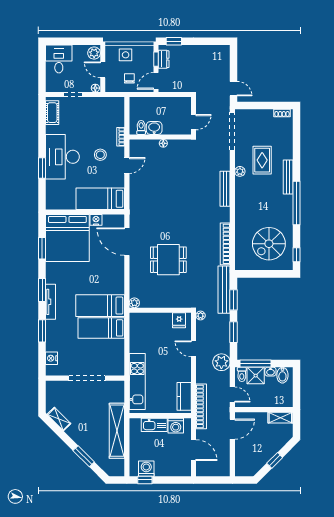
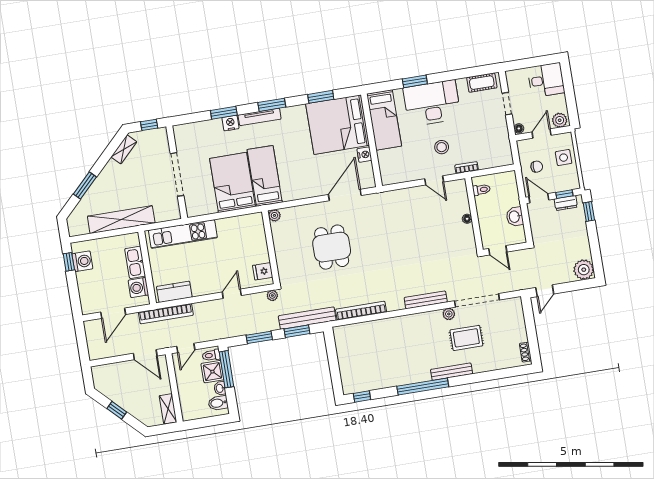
washbasin: (154, 128) -> (515, 217), moved, turned 180
doorway: (232, 131) -> (477, 300), moved
bed: (100, 199) -> (384, 120), moved, turned 180
spiral stairs: (269, 244) -> (370, 362), removed
bed: (101, 328) -> (233, 182), width x1.50
nightstand: (52, 358) -> (230, 123), moved
plant: (221, 362) -> (584, 270), moved
window: (42, 395) -> (149, 125), added

